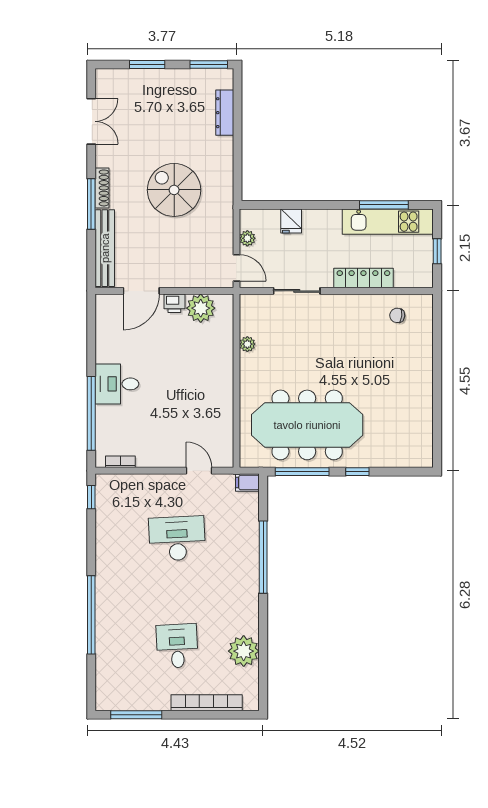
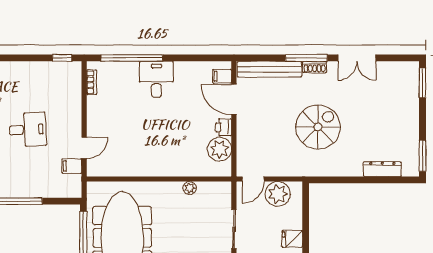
window: (147, 65) -> (422, 83), moved
double door: (91, 121) -> (357, 58), moved
shoe rack: (102, 188) -> (315, 67), width x0.70
fridge: (291, 221) -> (292, 239), moved
plant: (247, 238) -> (278, 194), width x1.87, depth x1.87
filing cabinet: (113, 305) -> (222, 76), added
filing cabinet: (247, 482) -> (72, 166), moved, turned -90
desk: (177, 538) -> (28, 130), width x0.73

